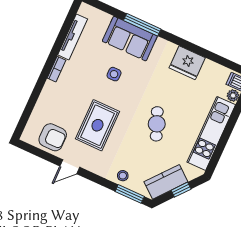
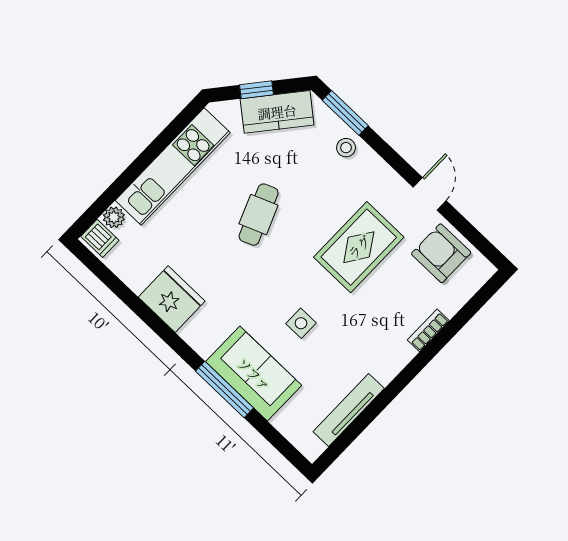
bookcase: (56, 69) -> (428, 330), moved
door: (70, 167) -> (430, 194), hinge flipped

